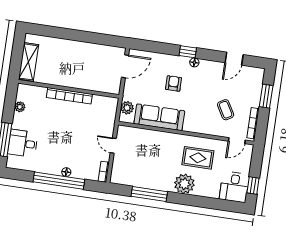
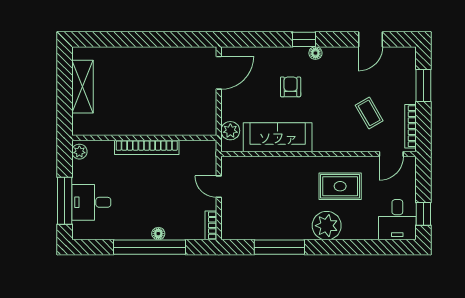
wall: (69, 89) -> (144, 138), moved
bookcase: (69, 96) -> (147, 147), moved

